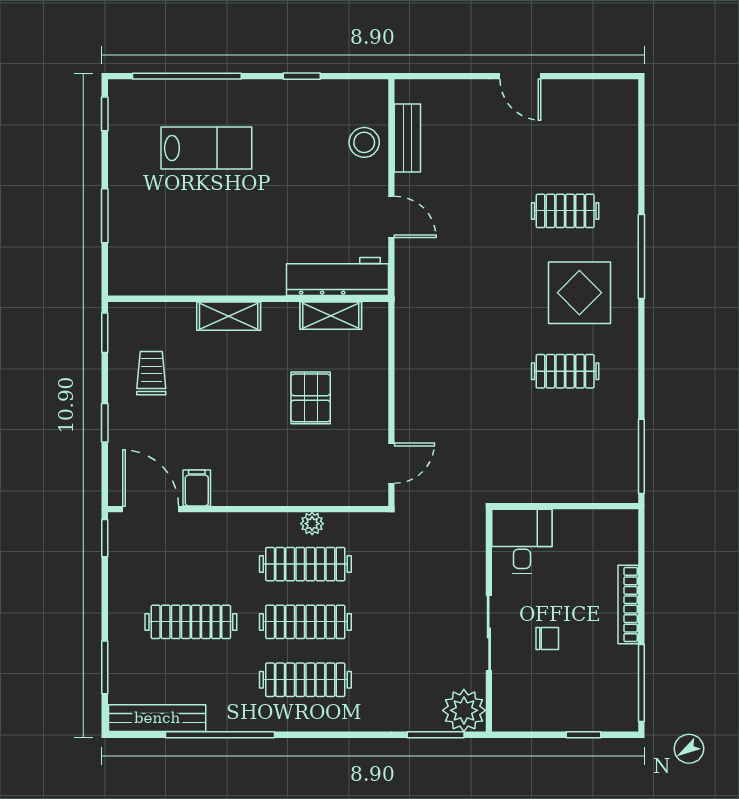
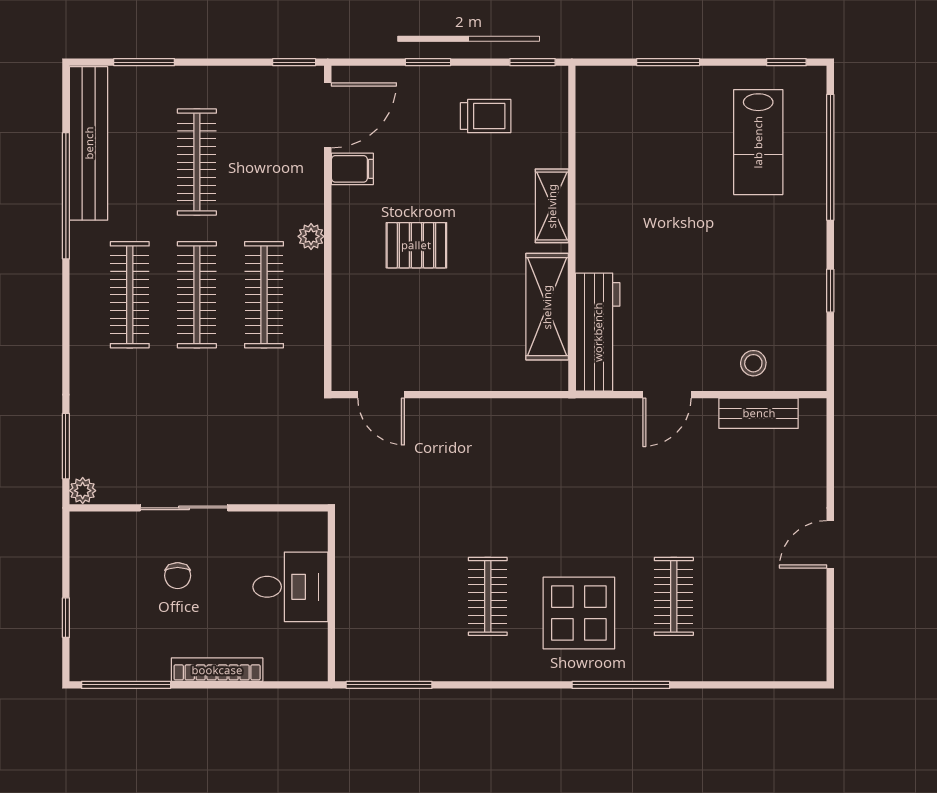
stool: (364, 142) -> (753, 363), width x0.73, depth x0.73
lab bench: (206, 148) -> (758, 142), moved
shelving: (331, 316) -> (547, 307), width x1.50, depth x1.33
pallet: (311, 398) -> (416, 245), moved
plant: (312, 524) -> (311, 236), moved
desk: (522, 541) -> (290, 587), moved
plant: (464, 710) -> (83, 491), width x0.53, depth x0.53
bench: (157, 718) -> (89, 143), width x1.37, depth x1.21

